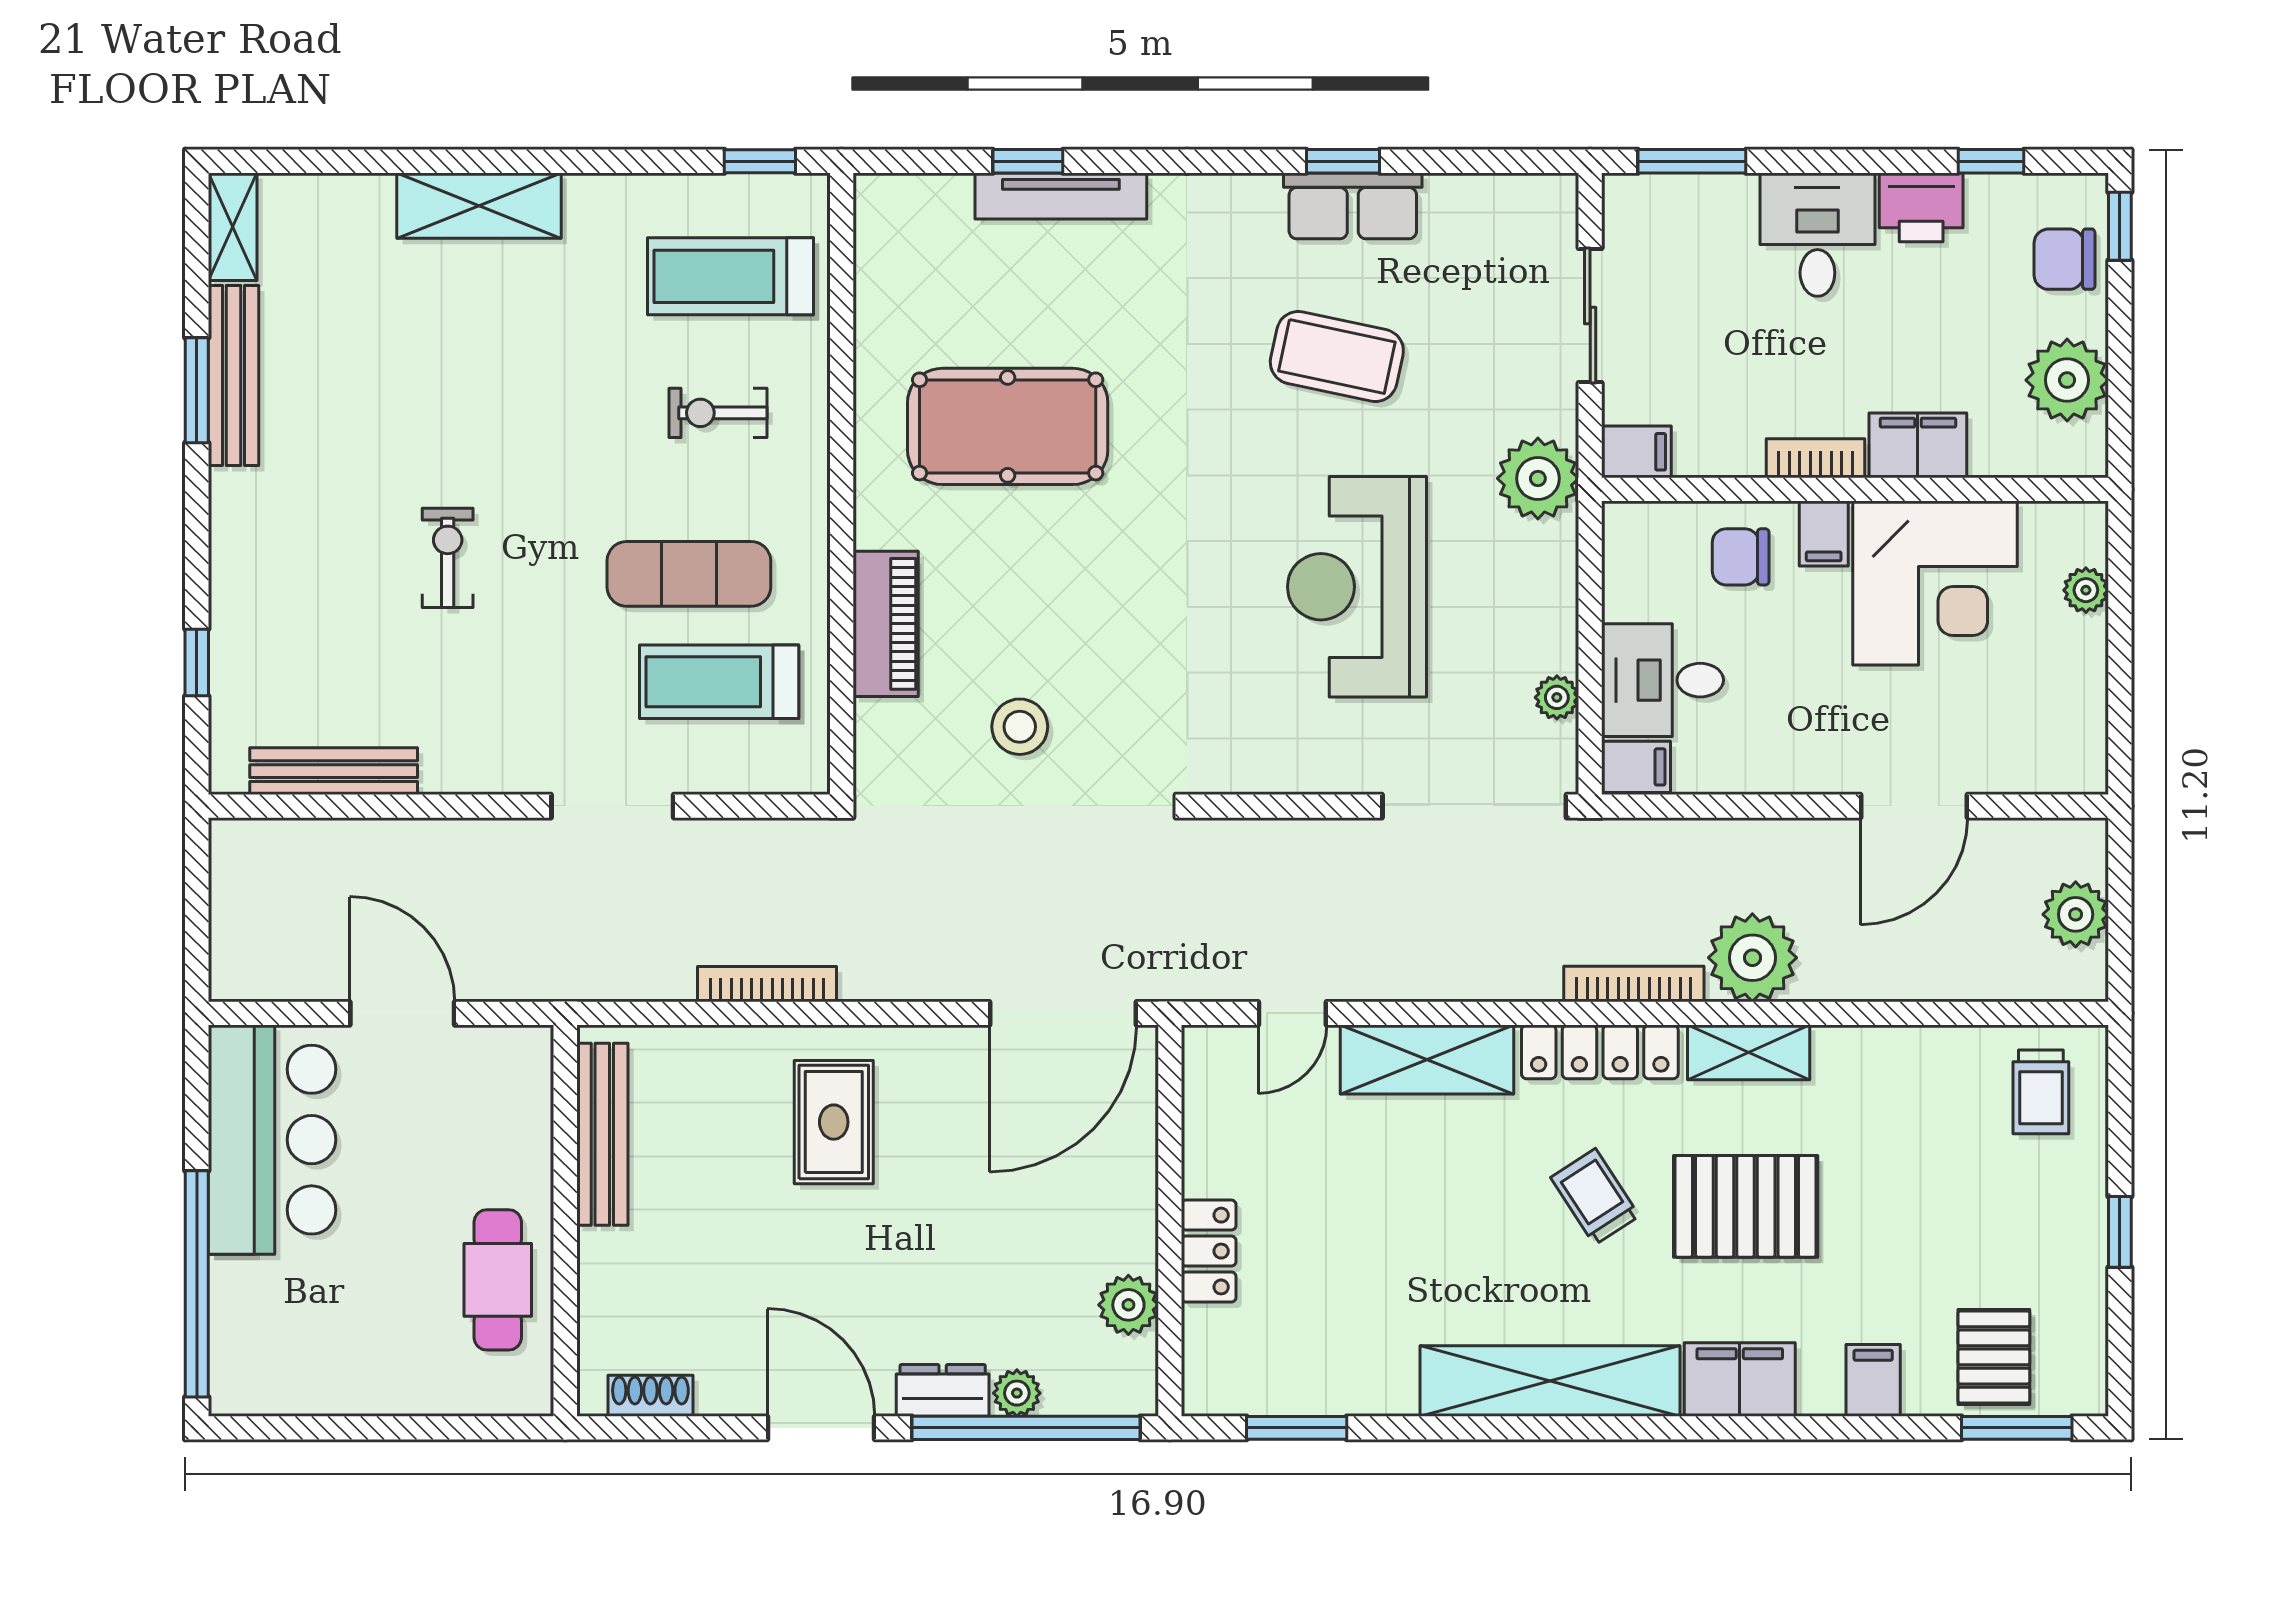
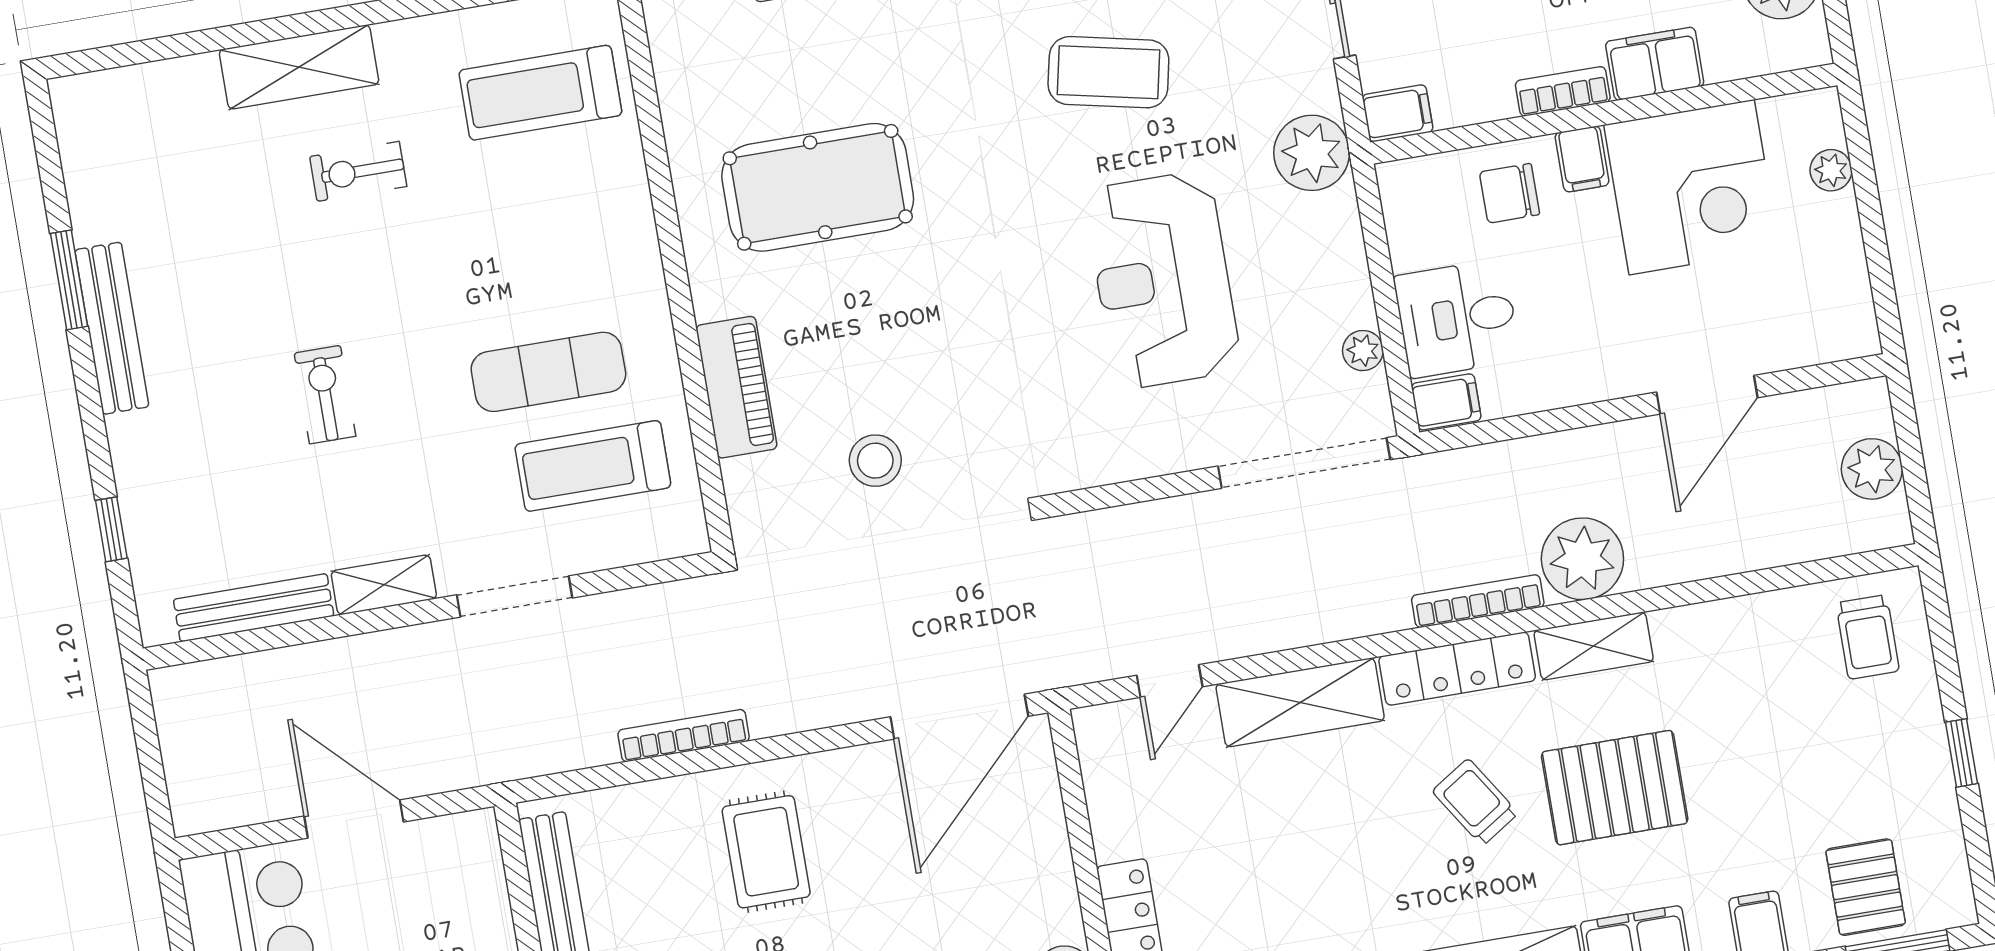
shelving: (233, 227) -> (384, 585), moved, turned 90
bench: (234, 375) -> (112, 328), moved
exercise bike: (718, 413) -> (358, 171), moved

